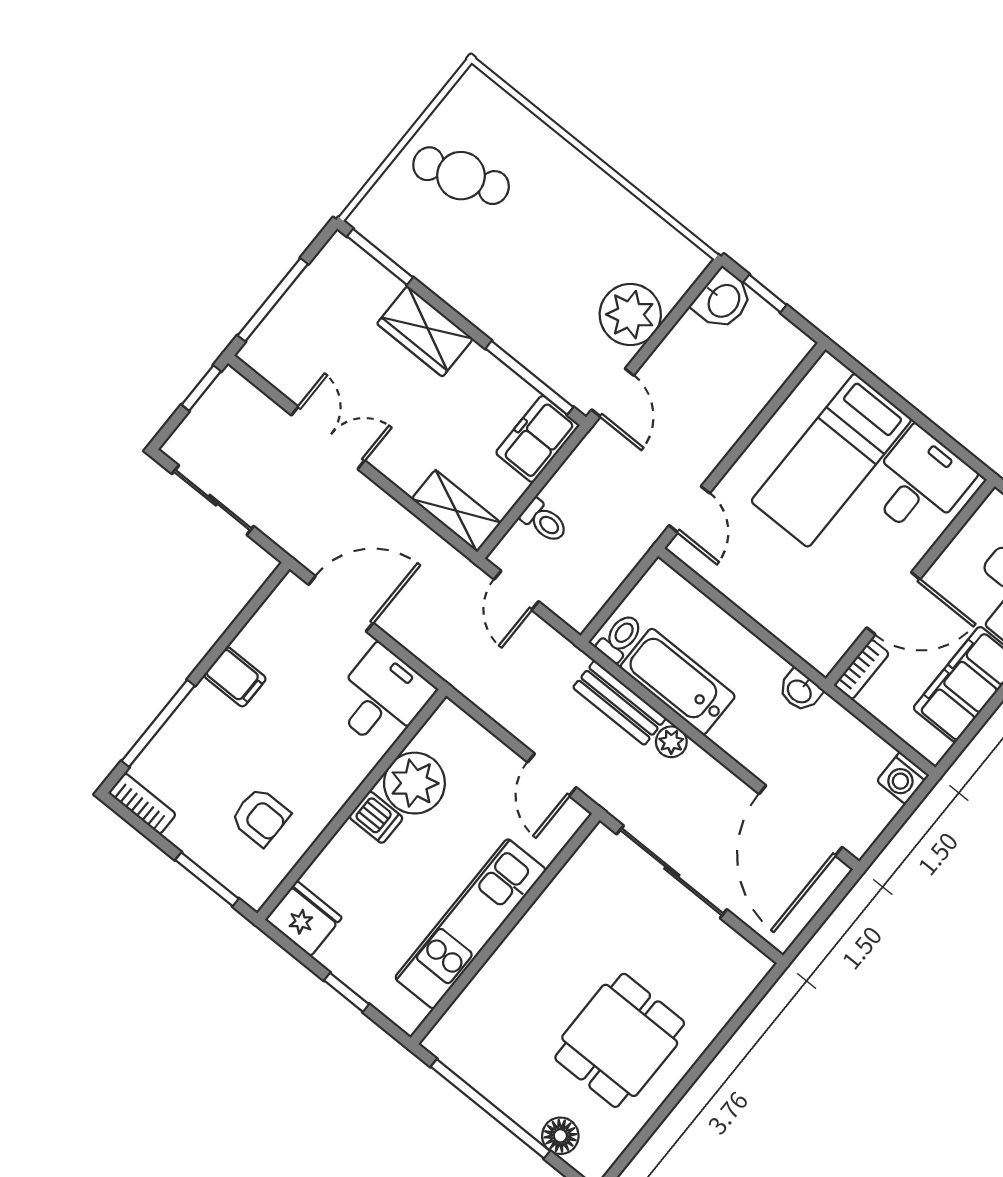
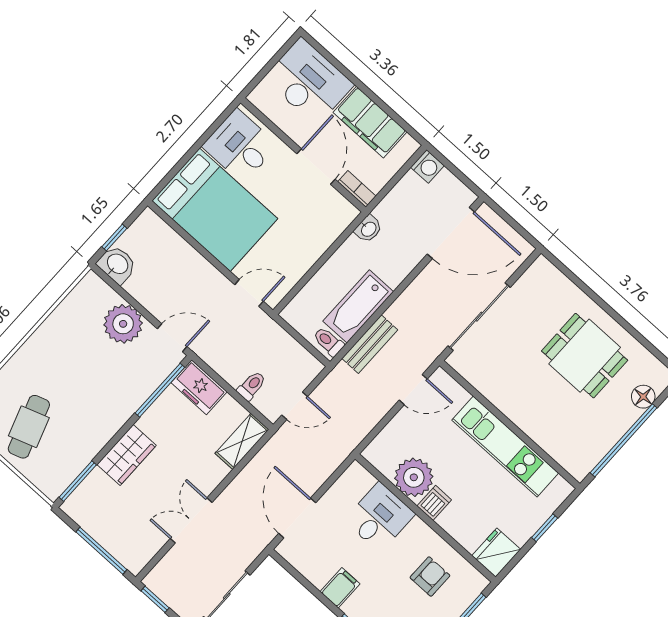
bed: (831, 460) -> (215, 210), width x1.50
desk: (382, 698) -> (380, 517), moved, turned 90
plant: (671, 742) -> (396, 312), removed

